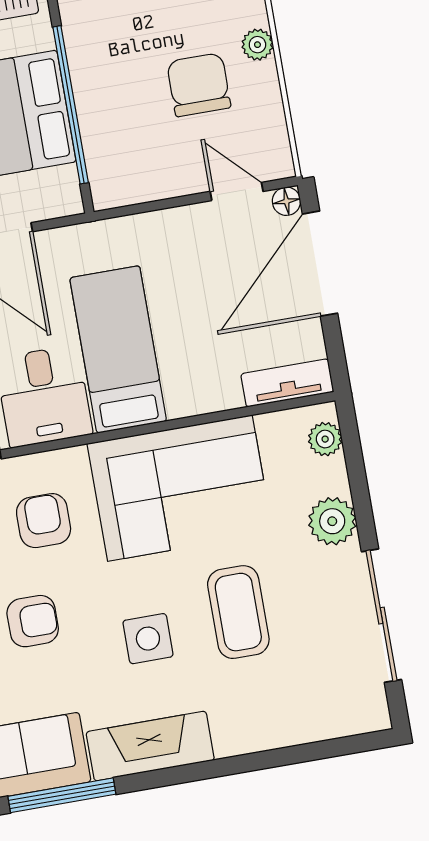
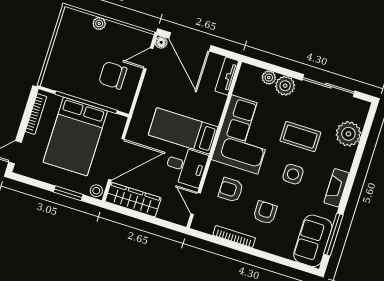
chair: (199, 85) -> (113, 75), moved
plant: (325, 439) -> (269, 78), moved
plant: (299, 714) -> (348, 134), added
fireplace: (150, 746) -> (337, 188), width x0.73, depth x0.76

